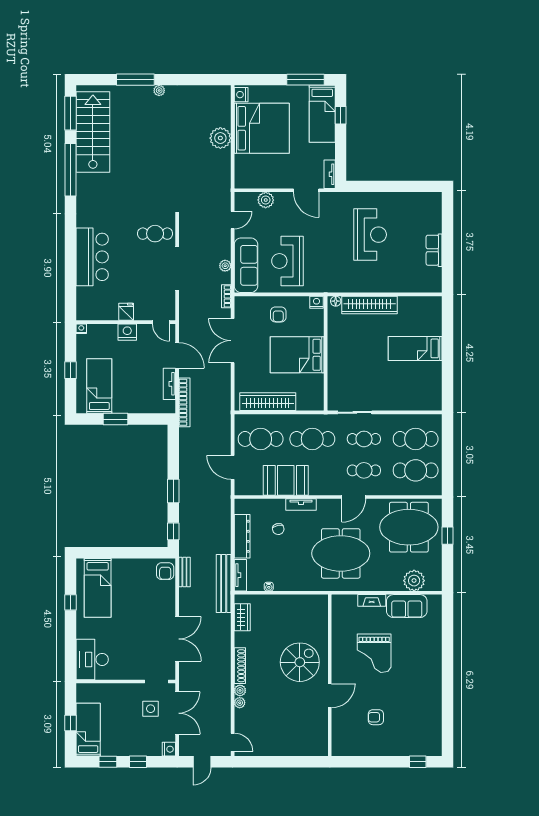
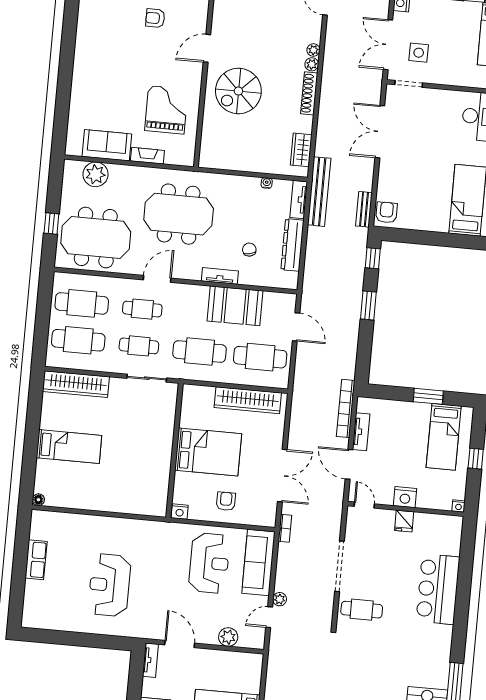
plant: (225, 266) -> (280, 599), moved
floor lamp: (336, 301) -> (38, 500), moved
wardrobe: (370, 305) -> (76, 384), moved, turned 180
grand piano: (374, 653) -> (166, 110), moved
armchair: (376, 717) -> (155, 18), turned 180

